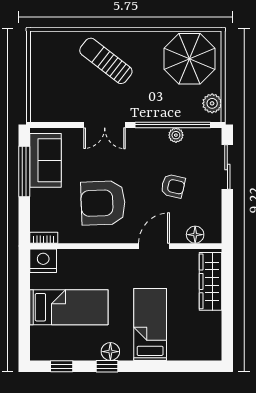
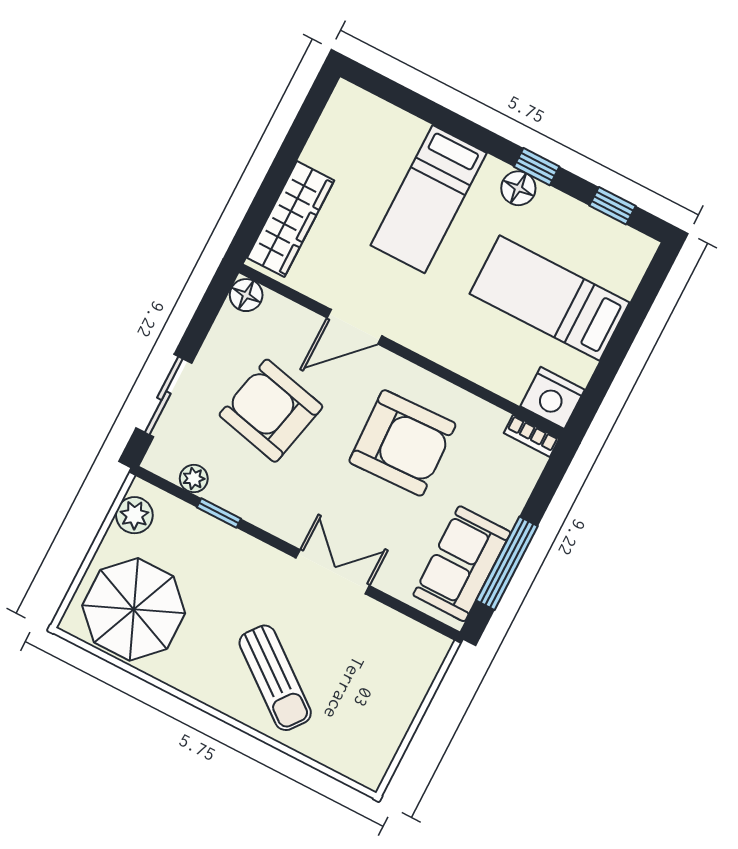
window: (173, 125) -> (219, 513), width x0.32
plant: (176, 135) -> (194, 479), moved
armchair: (173, 186) -> (271, 411), width x1.88, depth x1.88
floor lamp: (195, 235) -> (246, 295), moved

